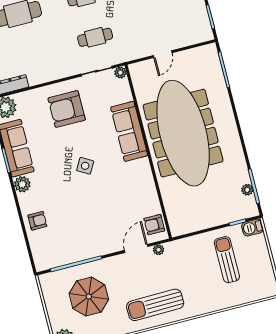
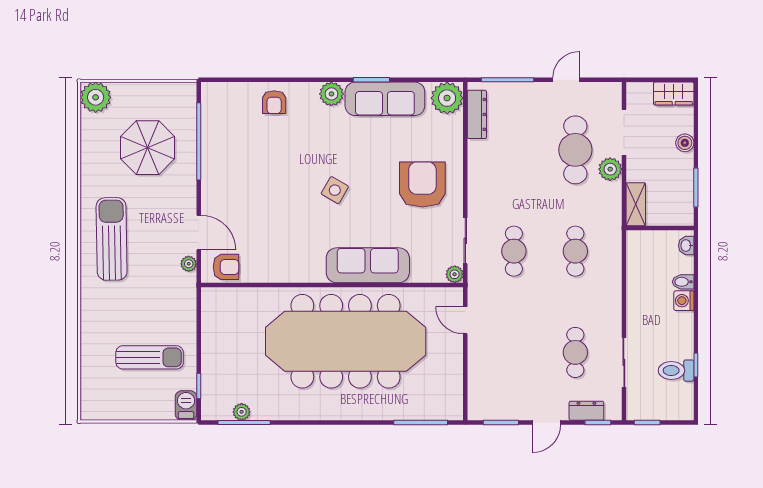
door: (163, 54) -> (465, 320), moved
armchair: (154, 225) -> (226, 267), turned 90

